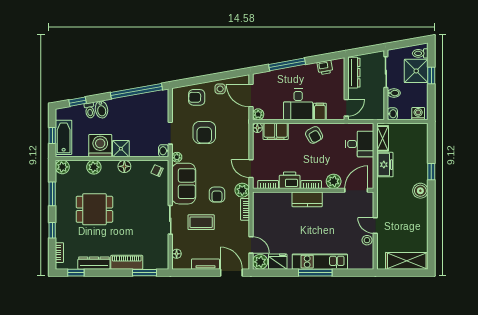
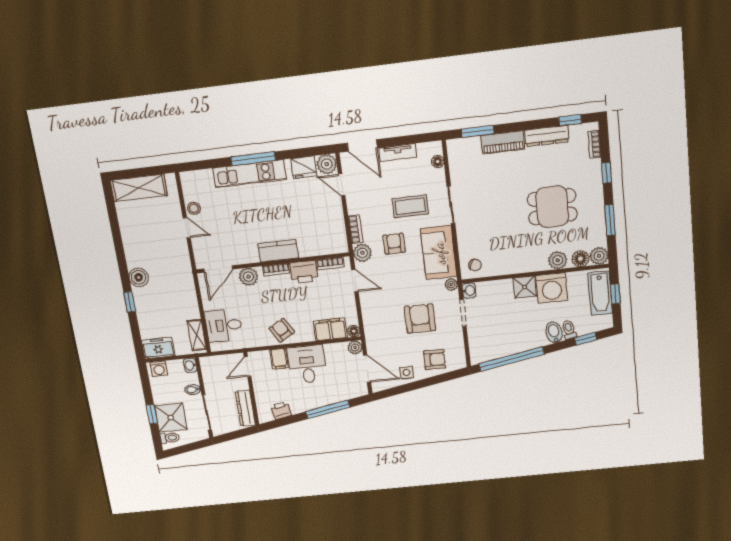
freezer: (385, 165) -> (158, 348), moved, turned 90
floor lamp: (124, 166) -> (580, 259), moved

